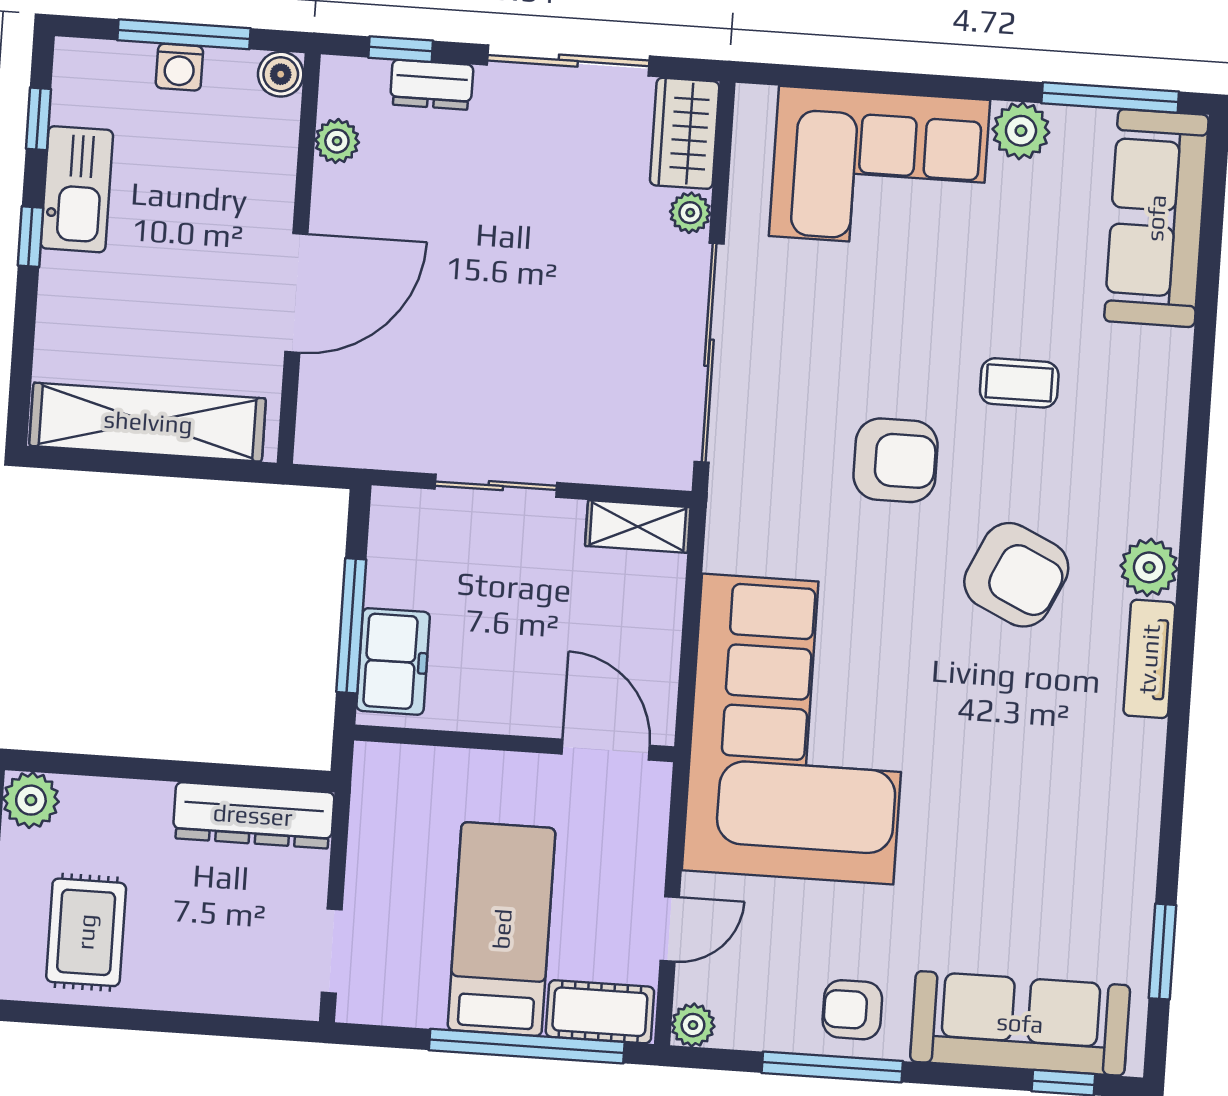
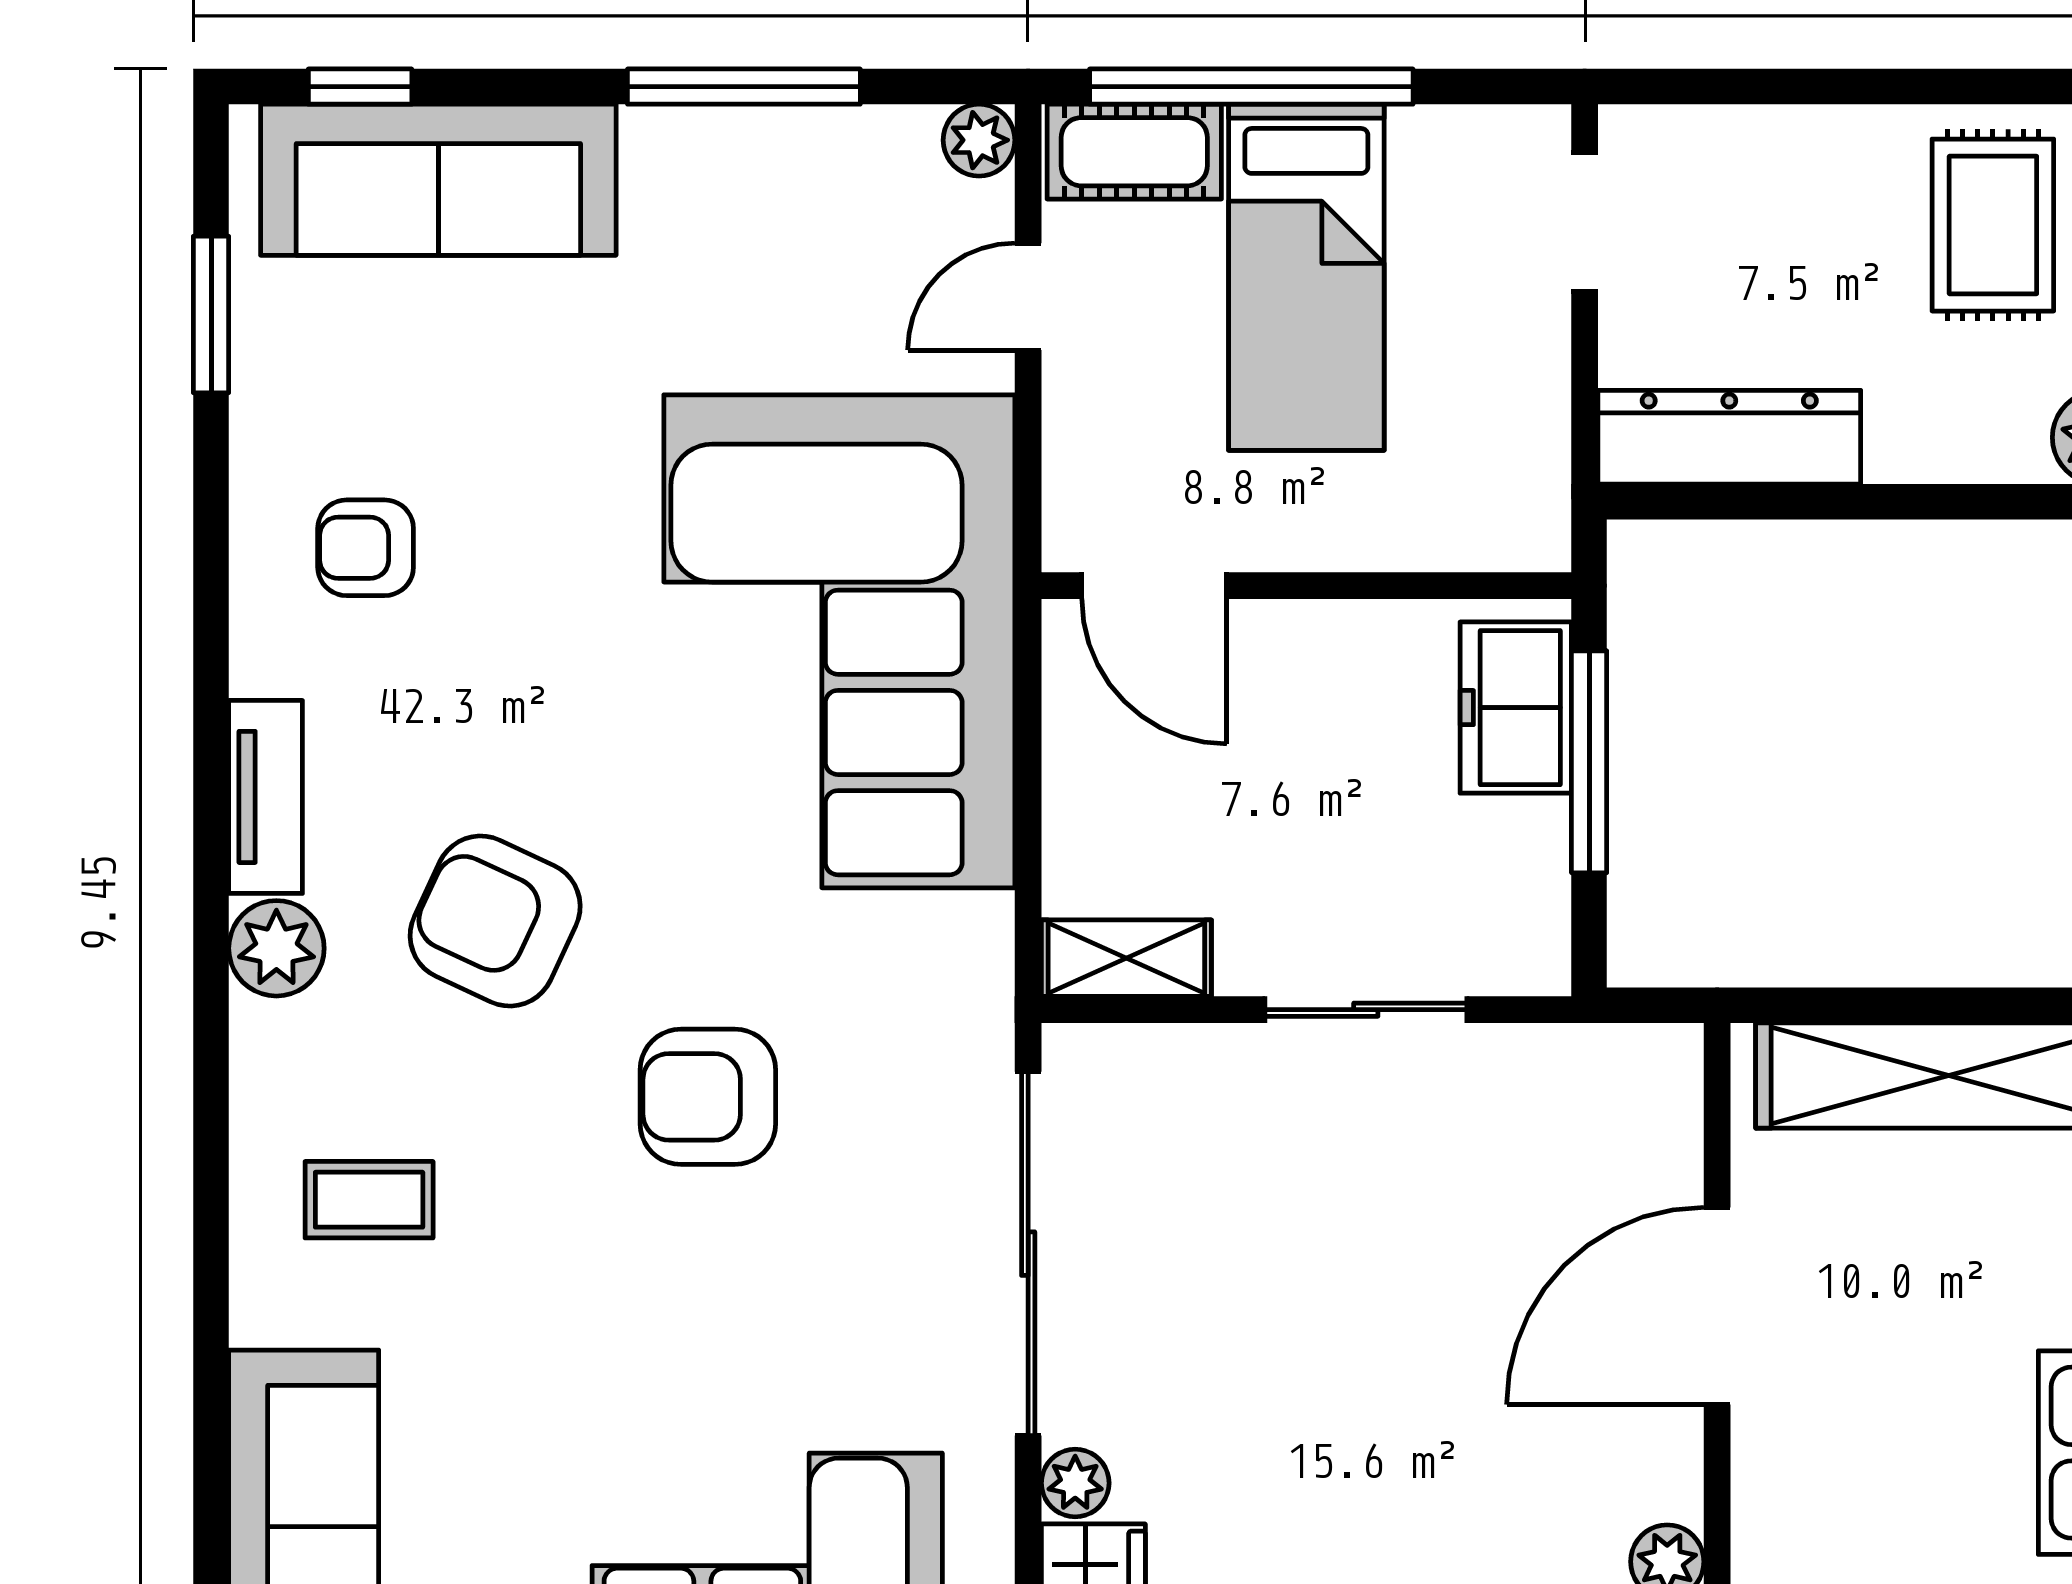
coffee table: (1019, 383) -> (369, 1200), moved
armchair: (852, 1010) -> (366, 548), moved, turned 180

